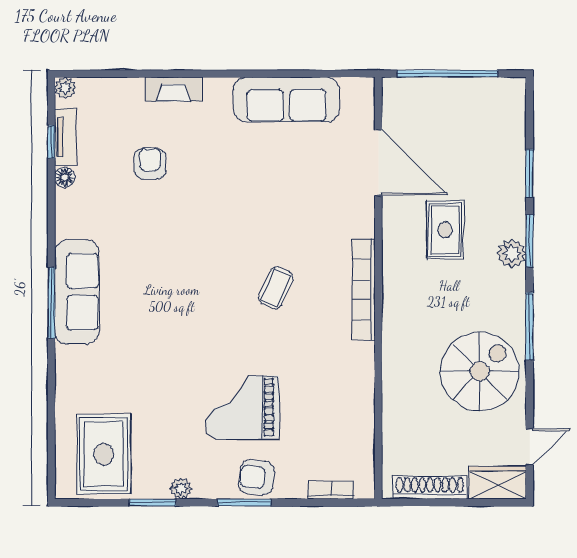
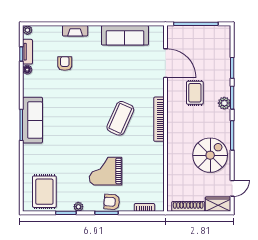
coffee table: (276, 288) -> (120, 118), width x1.86, depth x1.72

